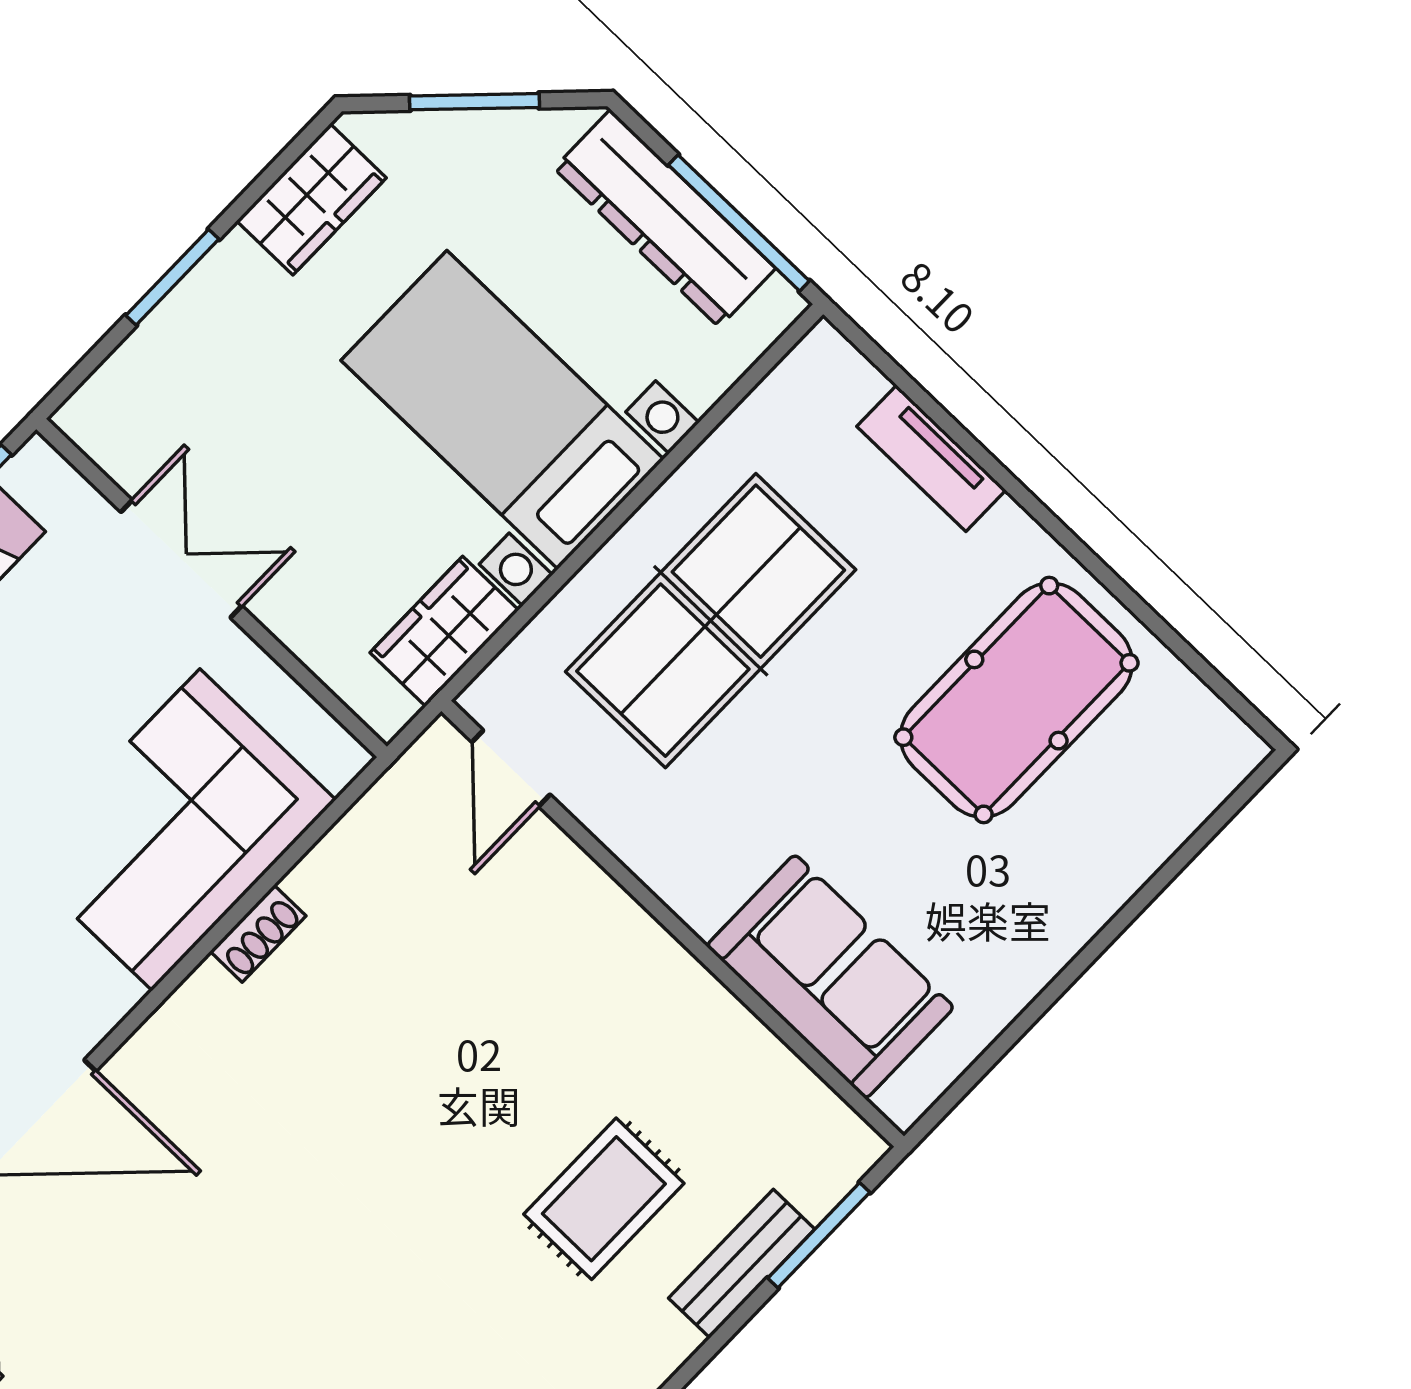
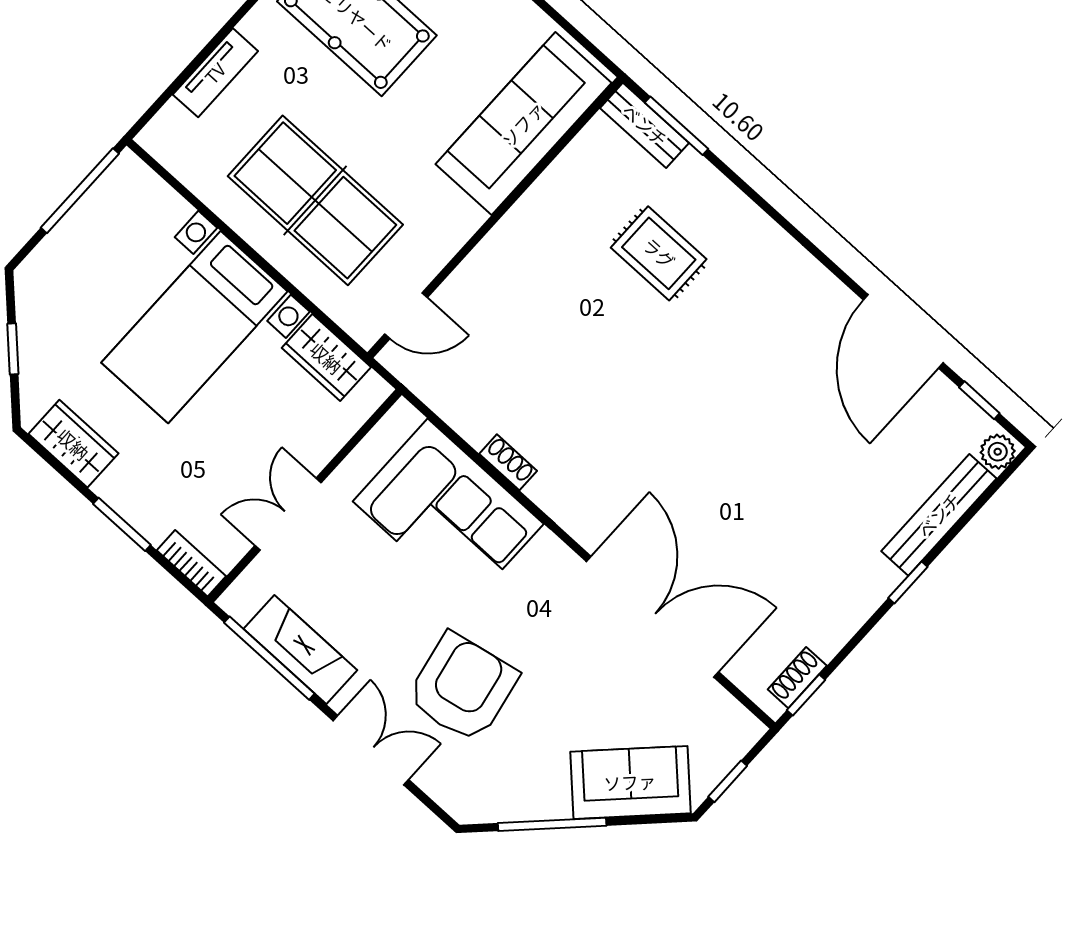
window: (475, 102) -> (13, 349), width x0.67
dresser: (665, 218) -> (78, 235), removed
bookcase: (103, 393) -> (191, 563), added
sofa: (830, 977) -> (523, 124), width x1.36
bench: (742, 1264) -> (645, 125), moved

